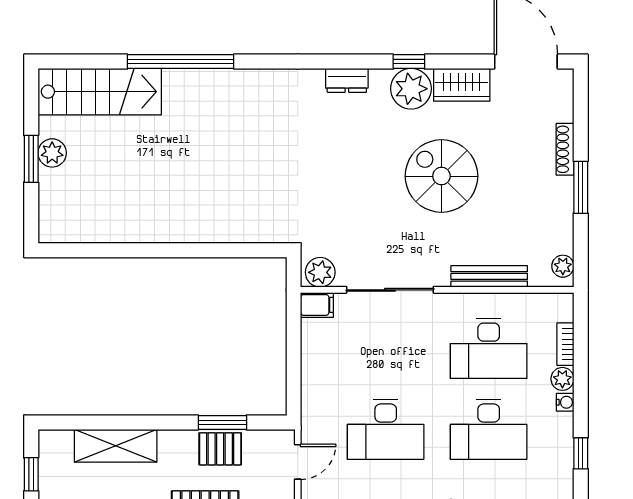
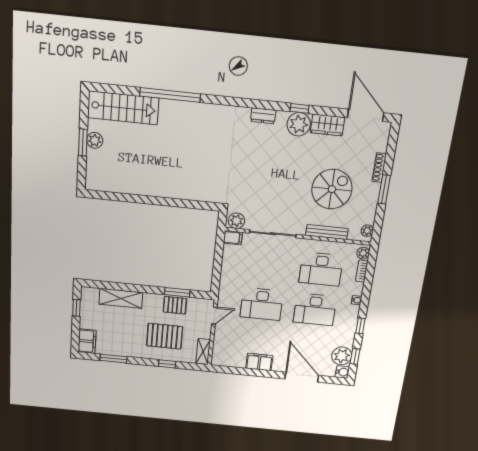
spiral stairs: (441, 176) -> (332, 189), moved, turned 90
plant: (562, 379) -> (363, 253), moved

